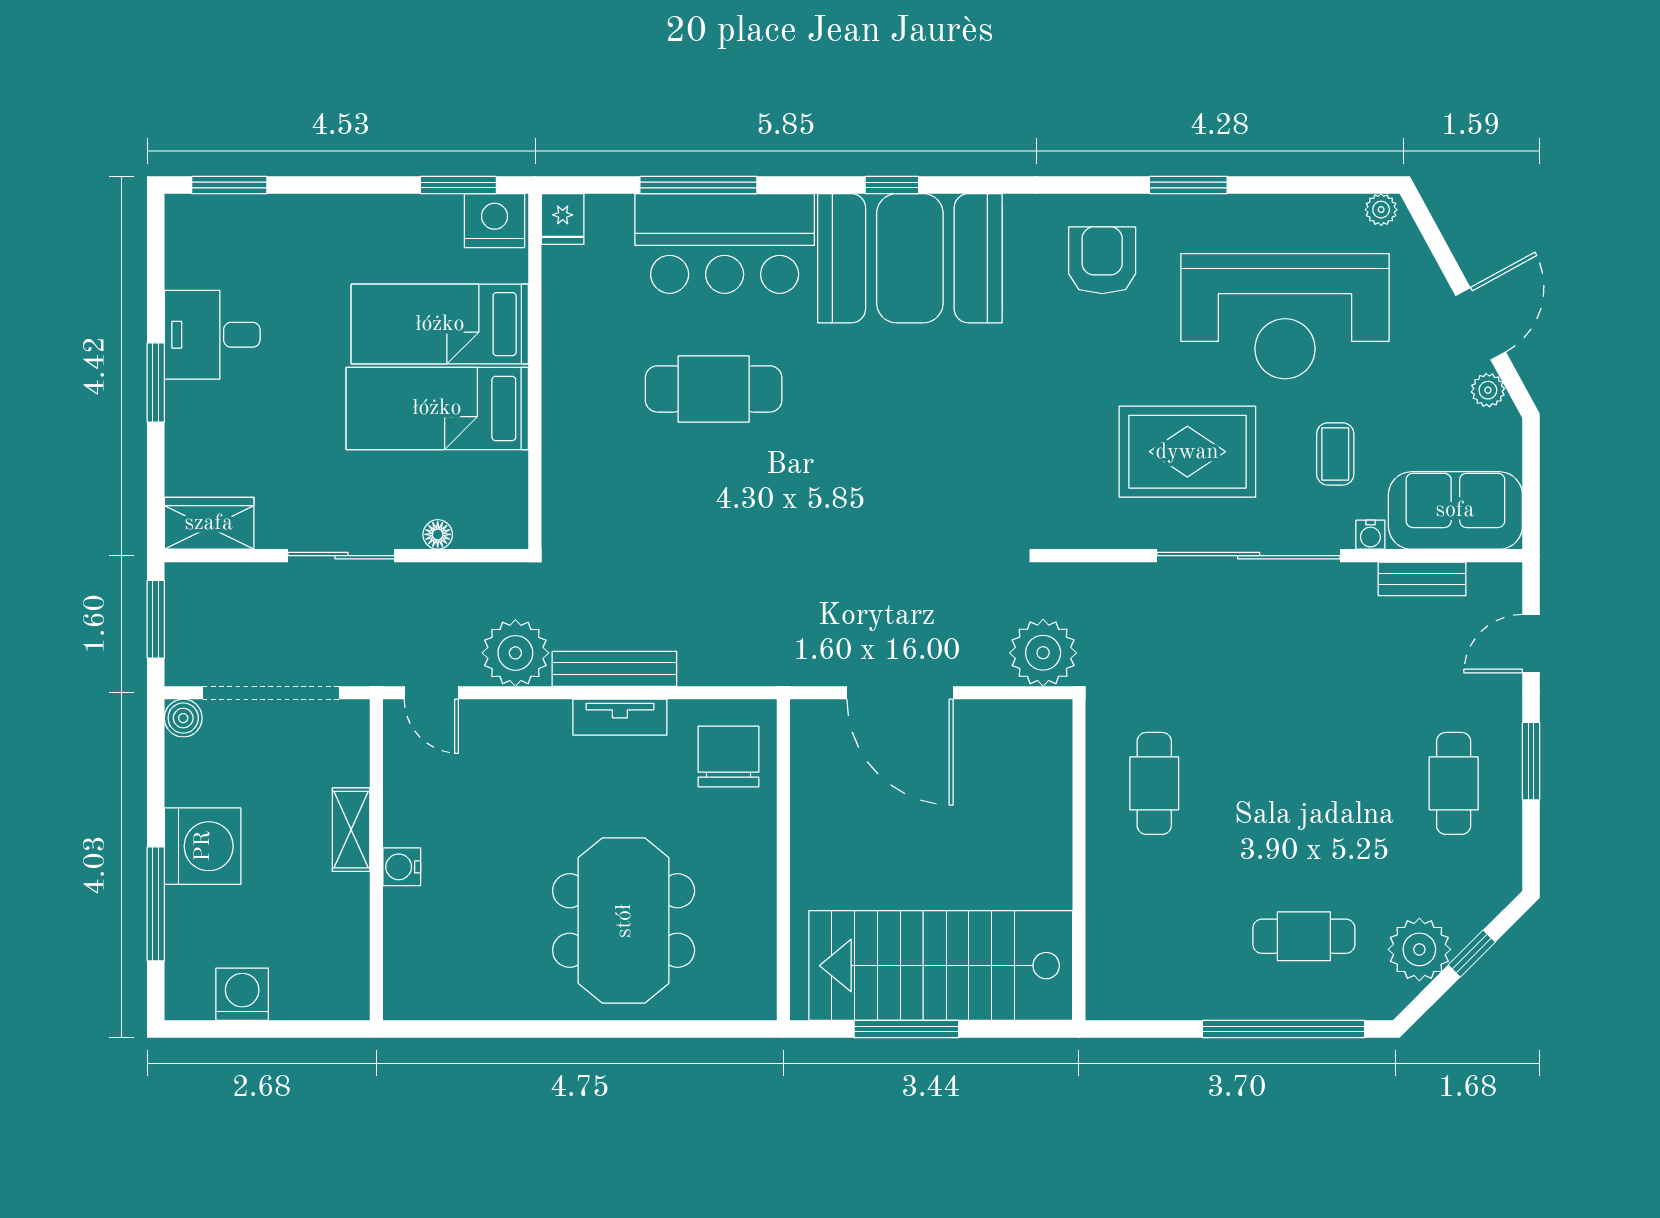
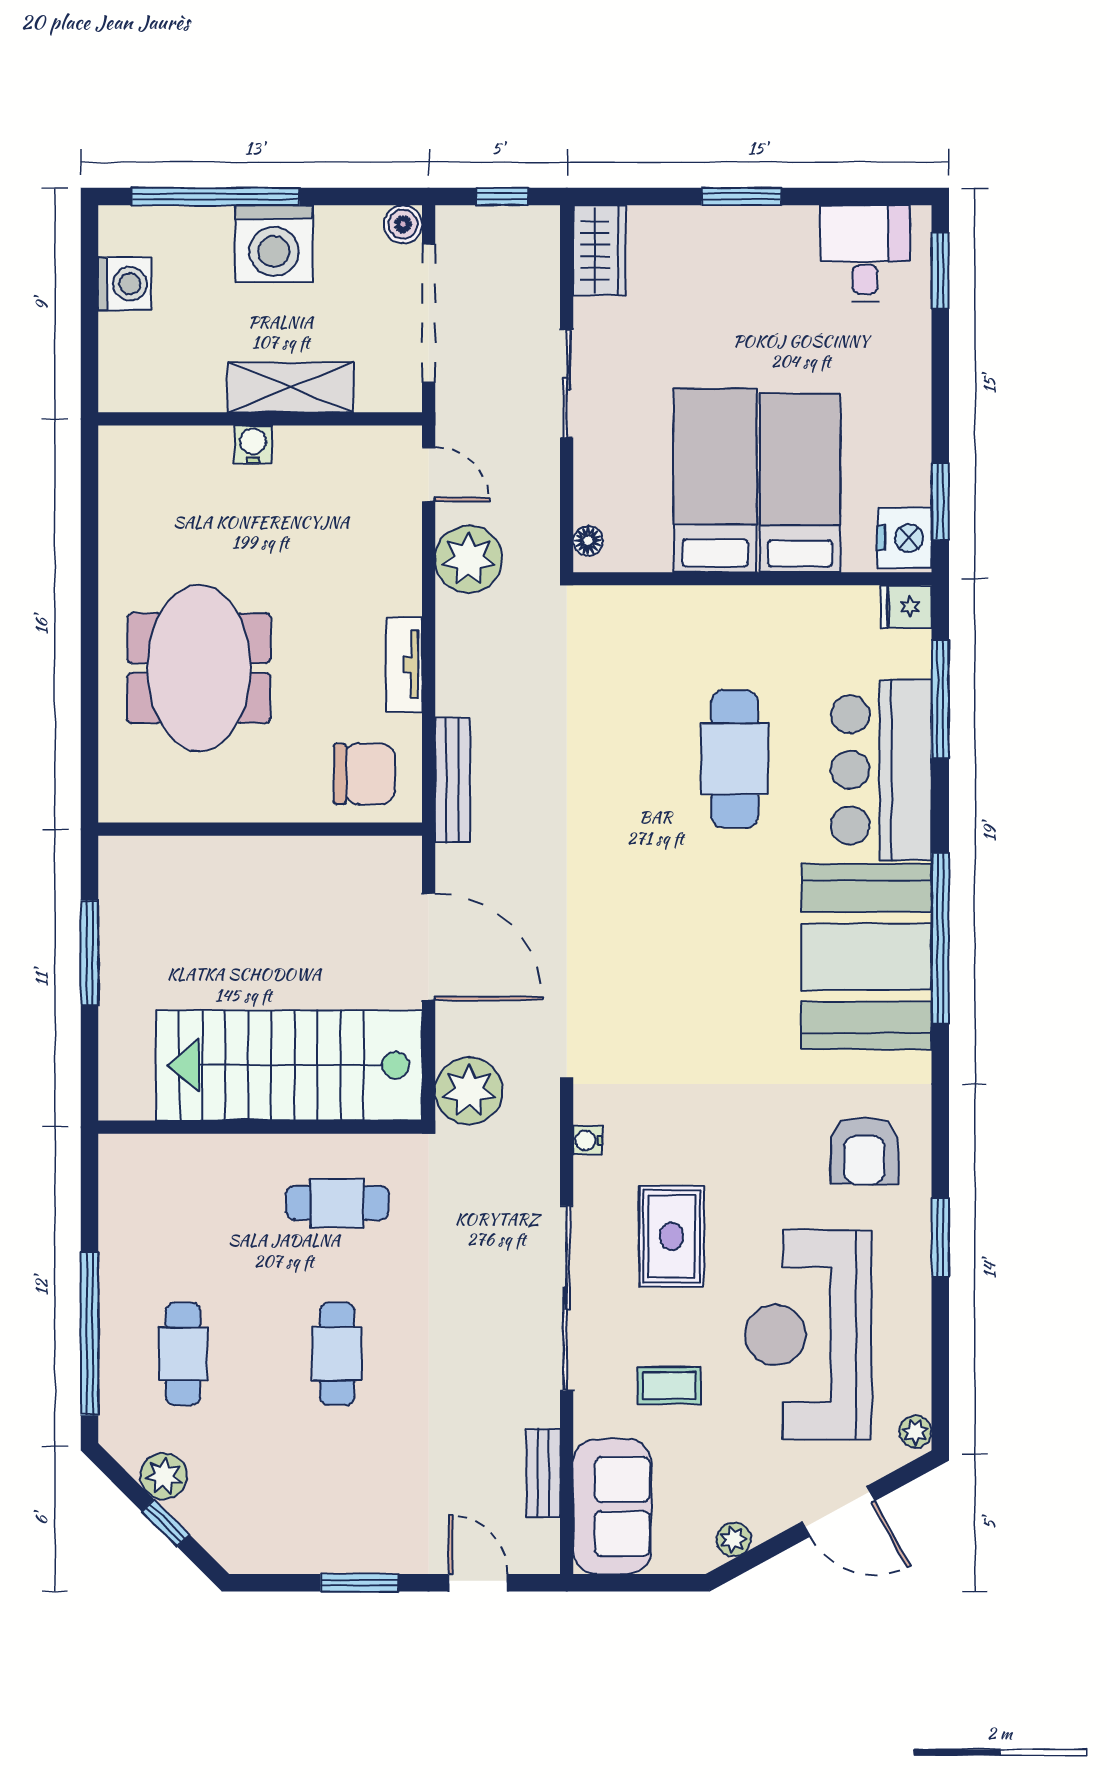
window: (698, 185) -> (940, 699), moved
window: (892, 185) -> (940, 939), width x3.17
armchair: (1102, 260) -> (864, 1150), turned 90
door: (1481, 324) -> (838, 1511), moved
desk: (212, 335) -> (865, 253), moved
rug: (1187, 452) -> (672, 1236), width x0.73, depth x0.70
floor lamp: (438, 534) -> (588, 541), moved
water cooler: (1370, 535) -> (588, 1140), moved
window: (156, 619) -> (503, 197), width x0.67
bench: (614, 669) -> (453, 780), moved
door: (431, 693) -> (429, 474), swing flipped
door: (900, 693) -> (429, 947), swing flipped
cafe table: (1454, 783) -> (337, 1354), moved, turned 90
shelving: (351, 830) -> (291, 387), width x1.50, depth x1.33
window: (156, 904) -> (216, 197), width x1.46
meeting table: (624, 921) -> (199, 668), turned 90
plant: (1419, 949) -> (164, 1476), width x0.73, depth x0.73
stairs: (941, 966) -> (289, 1065), moved, turned -90

